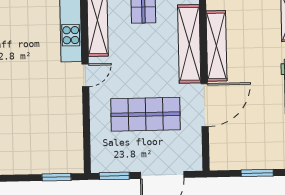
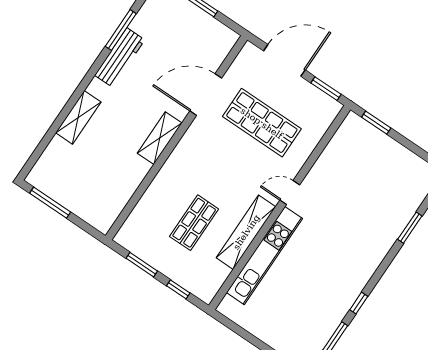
shelving: (189, 44) -> (182, 156), removed
shelving: (216, 46) -> (160, 138), width x0.68

